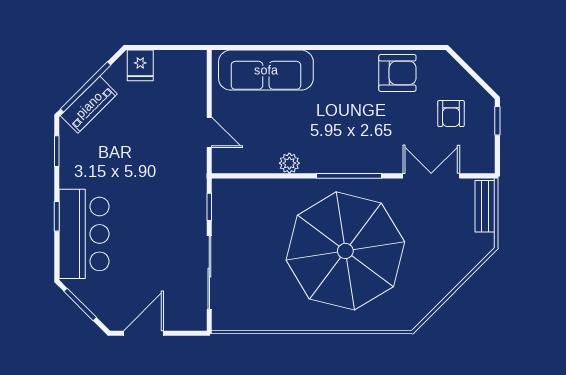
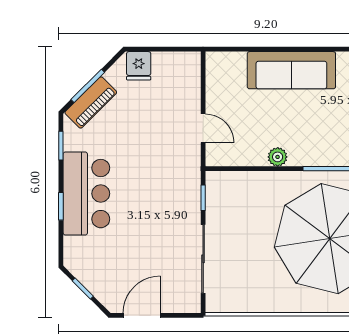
sofa: (266, 70) -> (291, 70), moved
window: (86, 87) -> (88, 86), width x0.69
bar counter: (84, 234) -> (86, 194), moved
window: (80, 304) -> (83, 289), width x0.67

